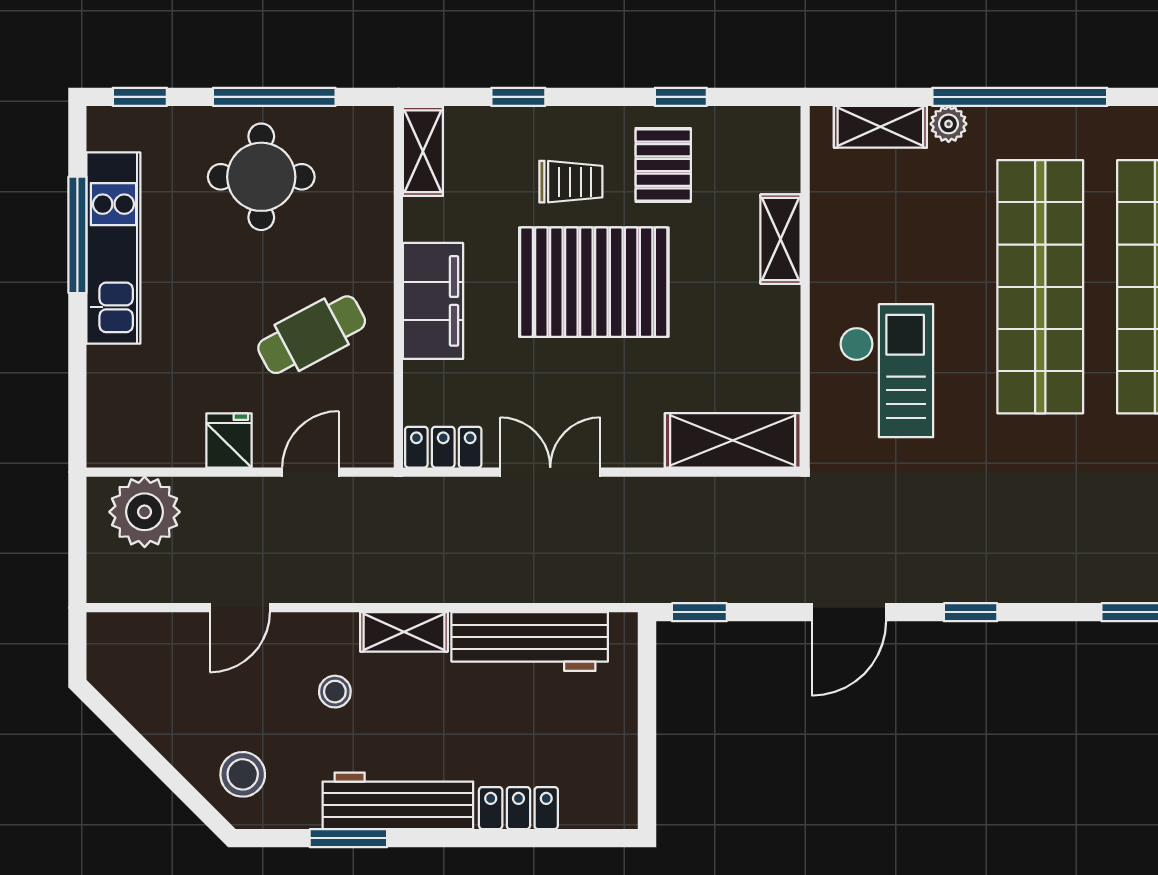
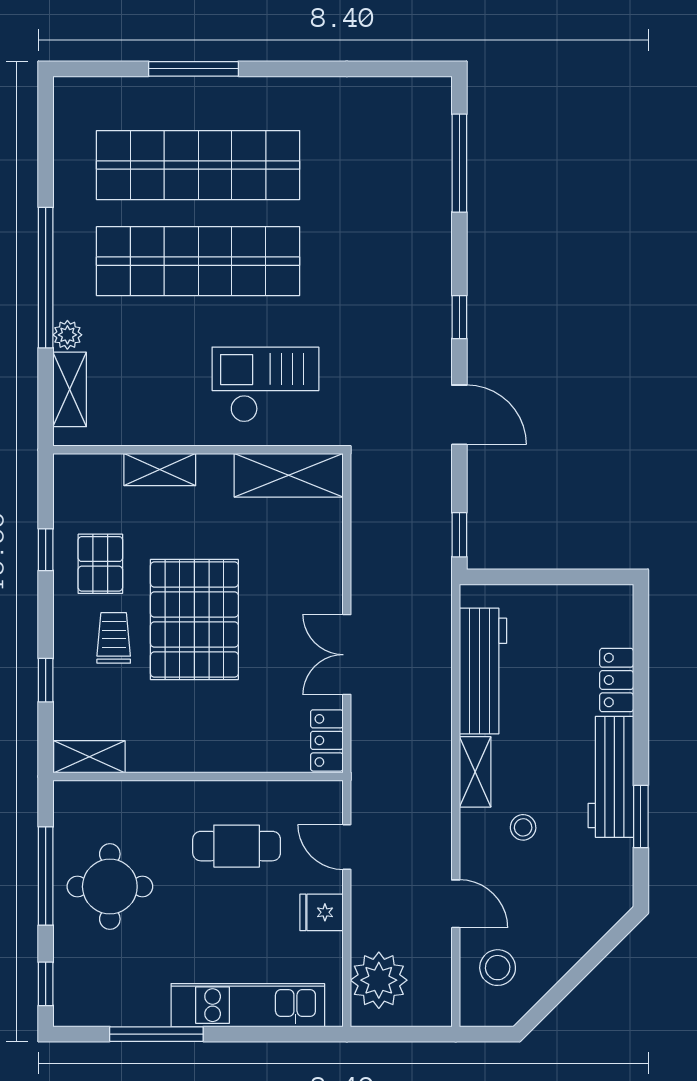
pallet: (663, 165) -> (100, 564), turned 90
kitchen unit: (113, 248) -> (248, 1005), moved
filing cabinet: (433, 301) -> (209, 749), removed
cafe table: (312, 335) -> (237, 846), turned -62
shelving: (733, 440) -> (289, 475), moved, turned 90
stool: (243, 774) -> (498, 968), moved

